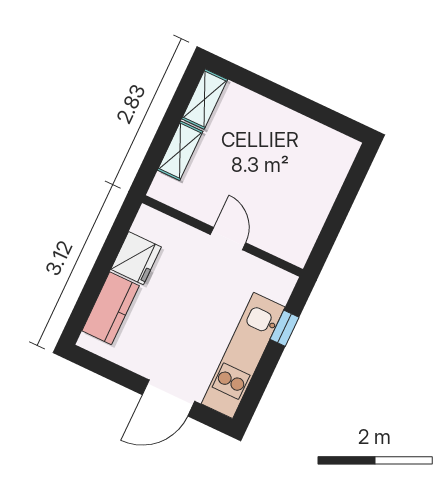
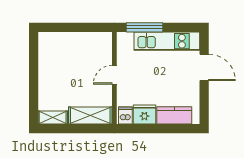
shelving: (180, 151) -> (90, 115), width x1.50, depth x1.33
dishwasher: (150, 225) -> (125, 115), added
window: (285, 328) -> (145, 27), width x2.17

